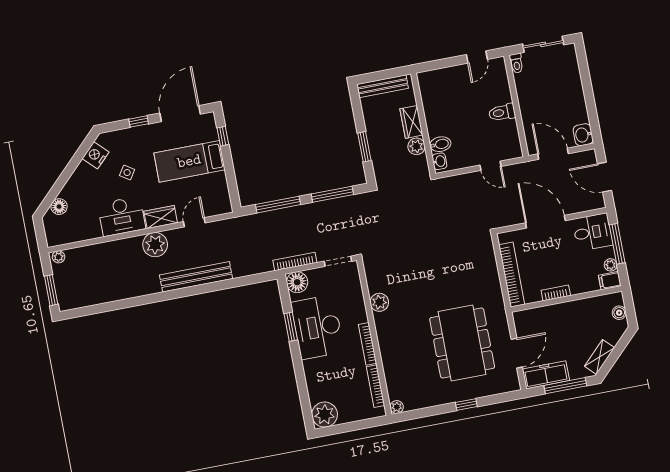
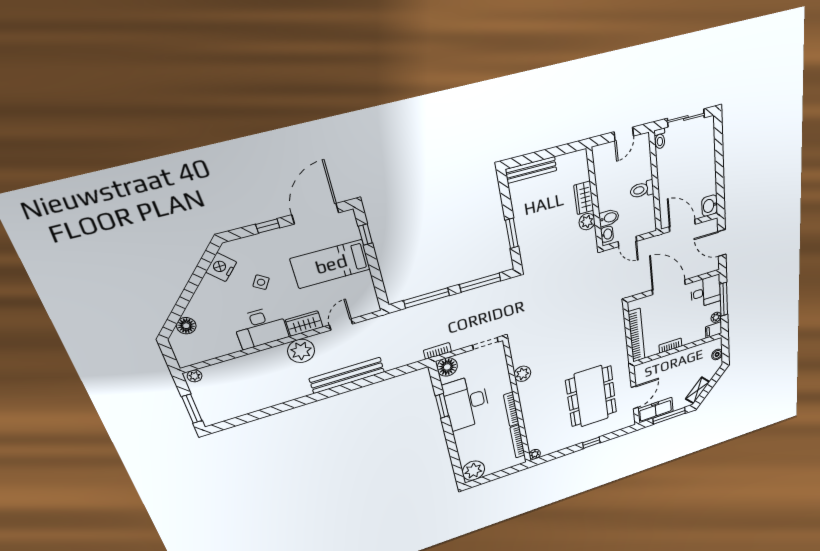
wardrobe: (411, 122) -> (584, 198), moved
wall: (423, 124) -> (595, 199), moved
bidet: (440, 144) -> (609, 218), moved
plant: (416, 146) -> (587, 222), moved
washbasin: (439, 161) -> (607, 234), moved
bookcase: (295, 261) -> (437, 351), width x0.64

